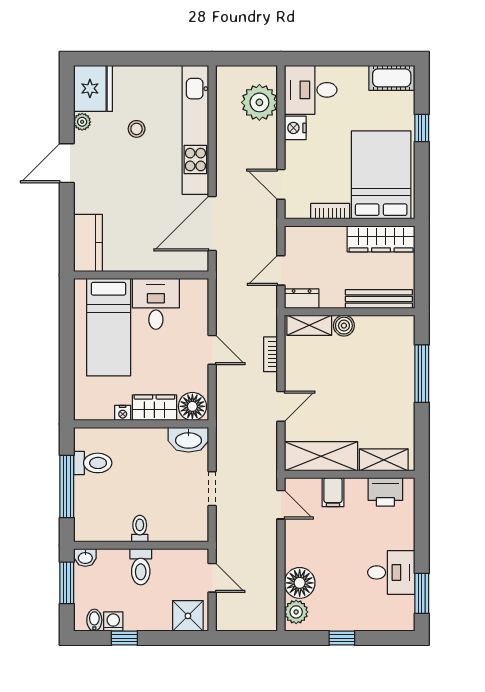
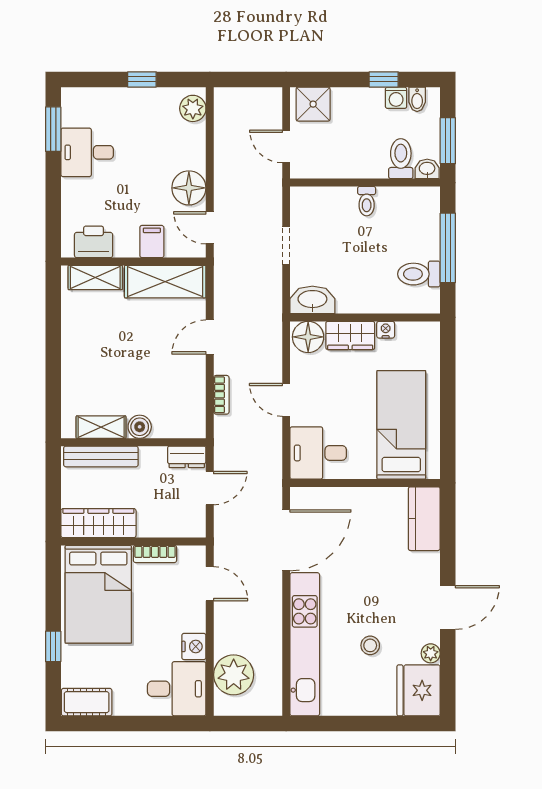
desk: (156, 304) -> (318, 453), moved, turned 90
shelving: (309, 325) -> (101, 427), moved
window: (422, 374) -> (53, 373), removed
toilet: (141, 567) -> (401, 159), moved
floor lamp: (300, 583) -> (189, 188), moved

